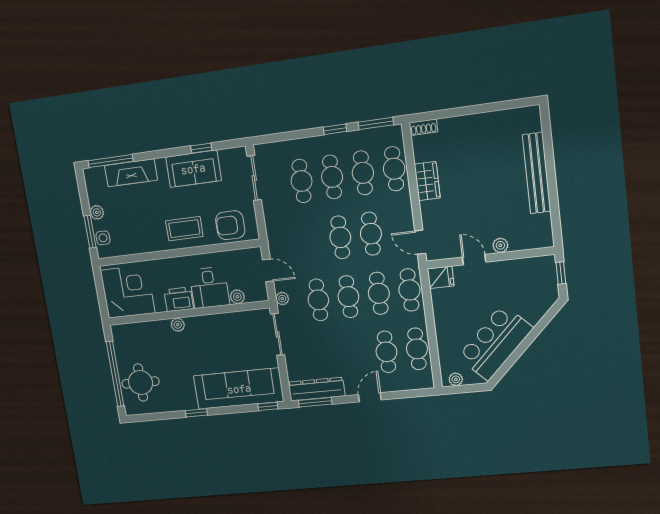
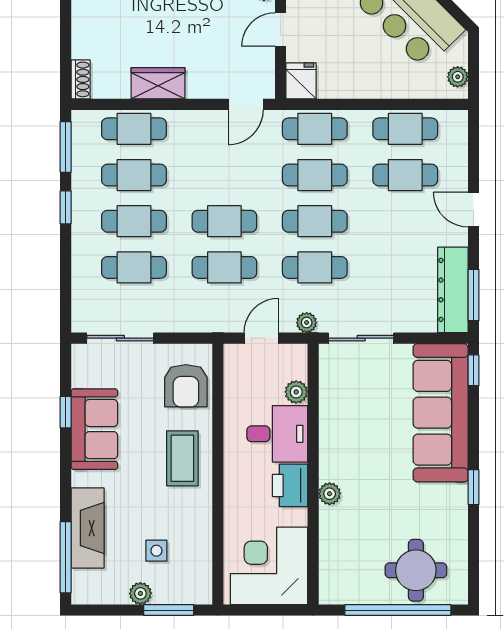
cafe table: (371, 234) -> (224, 267), moved
side table: (103, 238) -> (156, 551), moved

